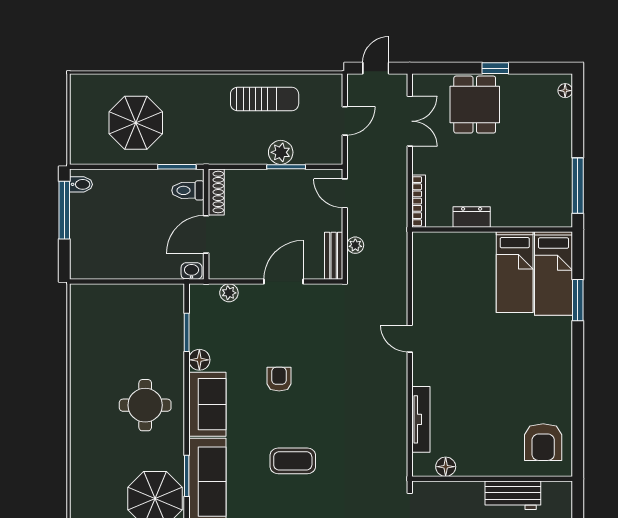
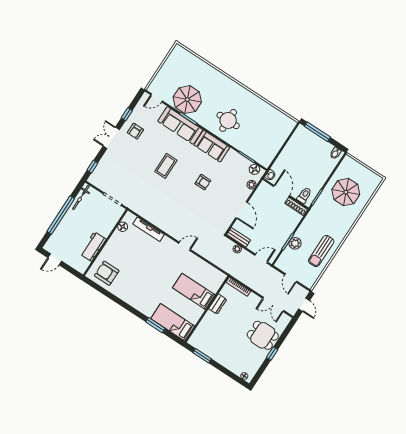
window: (578, 186) -> (202, 356), width x0.69
window: (64, 210) -> (317, 132), moved
bed: (515, 272) -> (194, 291), moved
floor lamp: (199, 360) -> (254, 169), moved

